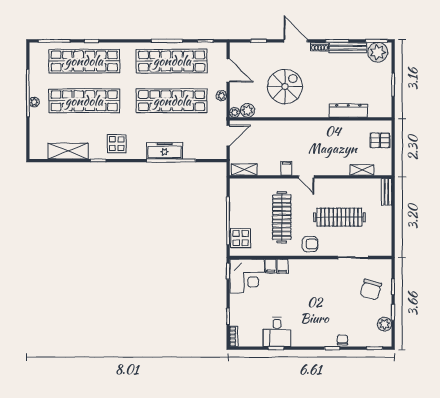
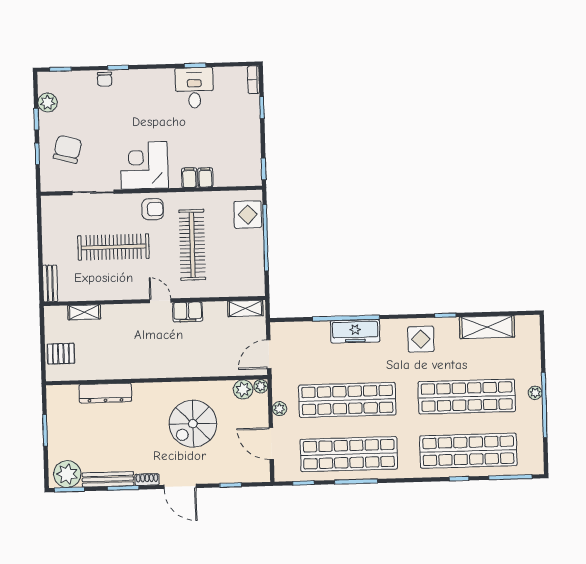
filing cabinet: (286, 168) -> (188, 312), width x2.00
armchair: (310, 244) -> (153, 209), turned 180
corner desk: (247, 276) -> (144, 165), moved

